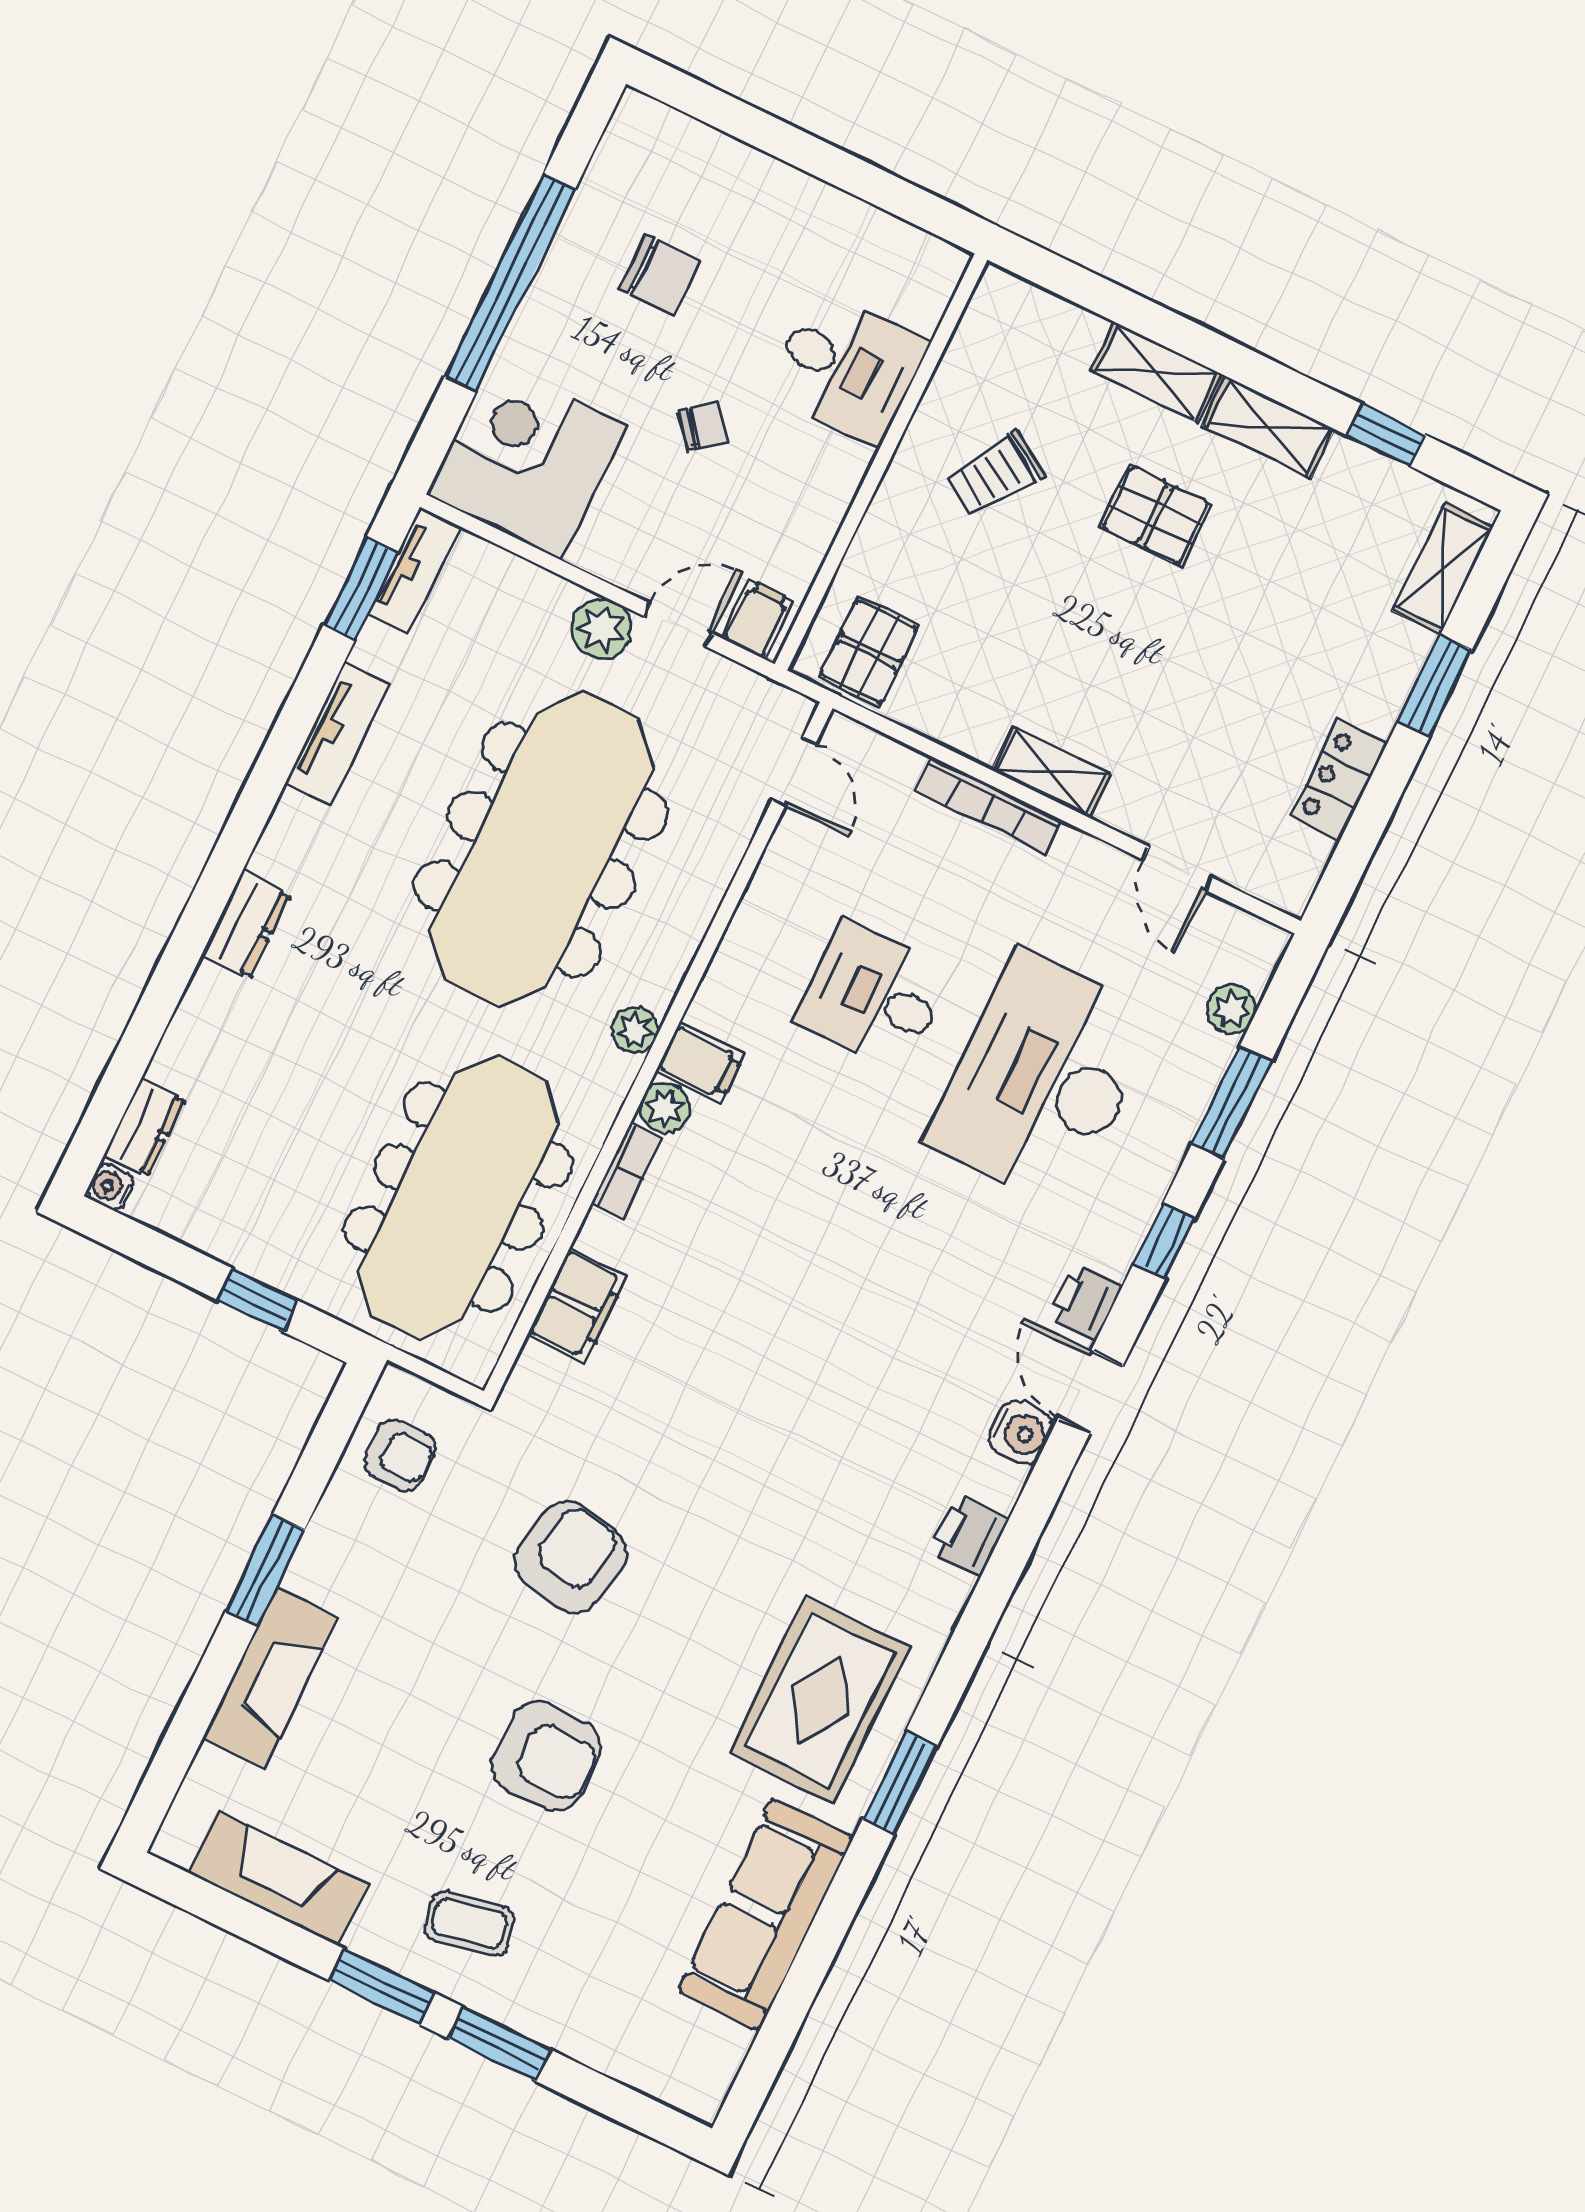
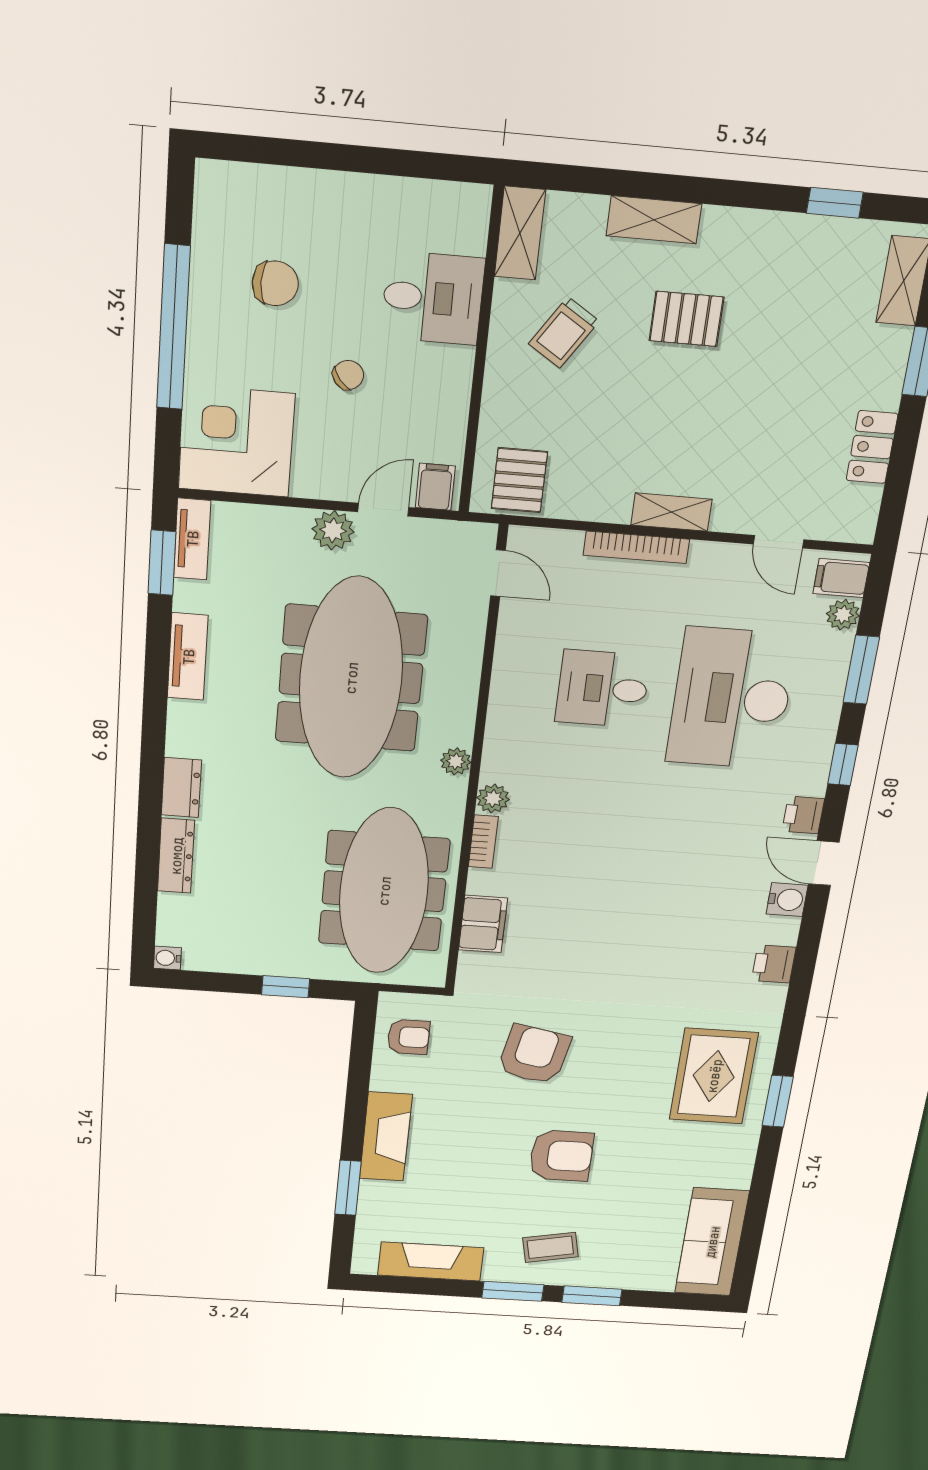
shelving: (1268, 427) -> (520, 233), moved, turned 90
filing cabinet: (700, 1062) -> (841, 578), moved, turned 180
dresser: (144, 1127) -> (176, 856), moved, width x1.44
window: (265, 1570) -> (348, 1188), moved
fireplace: (270, 1678) -> (386, 1137), moved
sofa: (765, 1914) -> (712, 1242), moved

